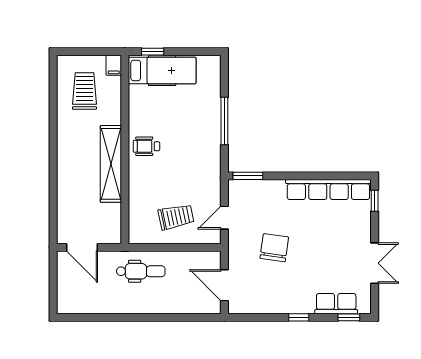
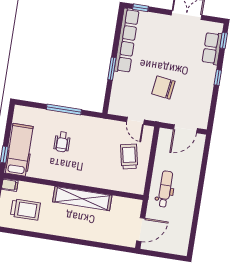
trolley: (84, 91) -> (25, 209), turned 180
wheelchair: (146, 146) -> (62, 142), moved
window: (248, 176) -> (112, 69), moved

